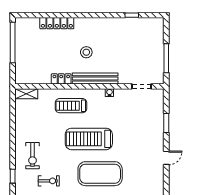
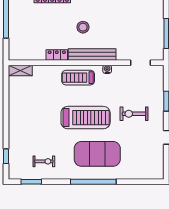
treadmill: (71, 106) -> (78, 78), moved
treadmill: (89, 139) -> (86, 118), turned 180
exercise bike: (33, 156) -> (134, 114), moved, turned 90

